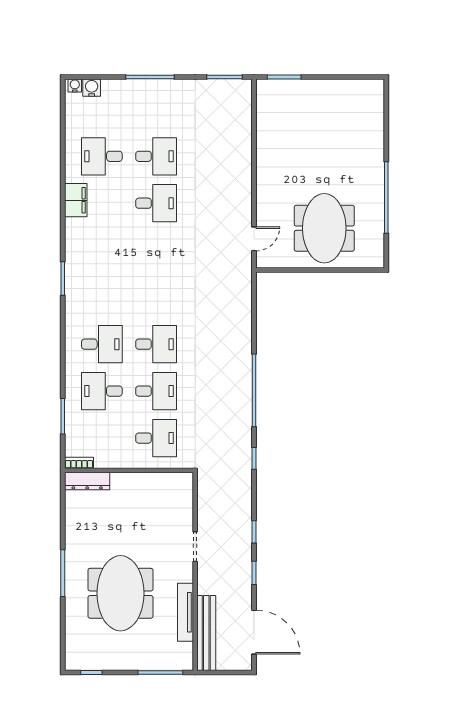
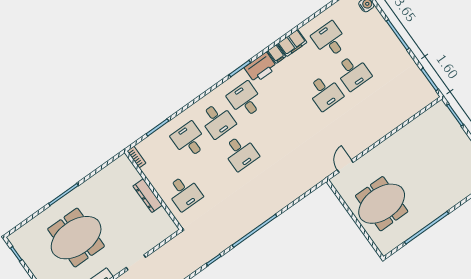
filing cabinet: (75, 226) -> (276, 54), added
door: (254, 239) -> (345, 166), swing flipped
printer: (78, 255) -> (261, 68), added
desk: (156, 391) -> (245, 100), moved, turned 180
dresser: (87, 481) -> (148, 196), moved

